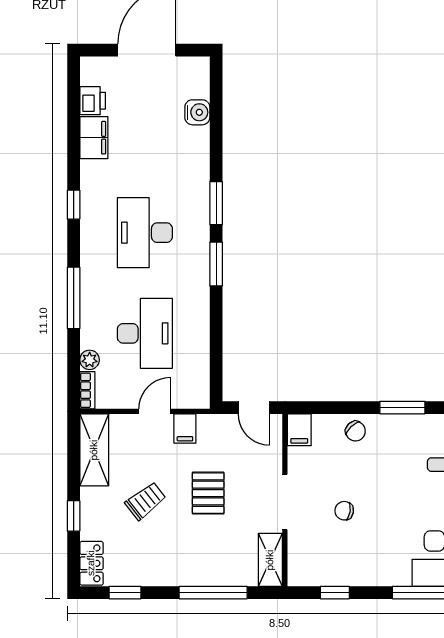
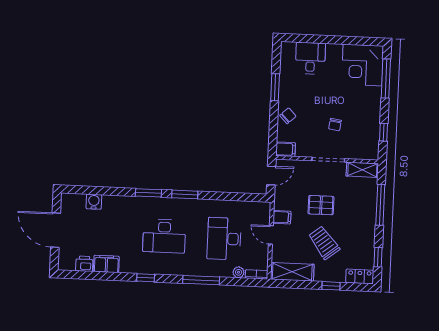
desk: (145, 333) -> (224, 239), turned -90
trolley: (145, 501) -> (324, 243), width x1.36, depth x1.39

